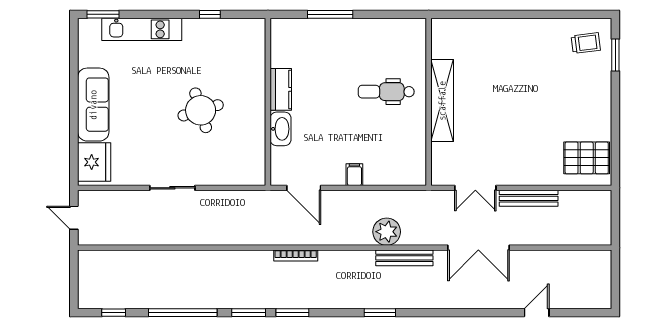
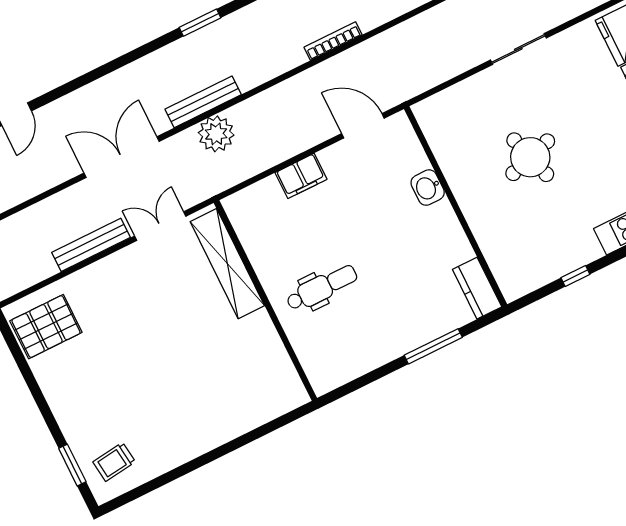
kitchen counter: (281, 89) -> (477, 288), moved
shelving: (442, 101) -> (227, 264), moved
washbasin: (281, 129) -> (428, 188), width x0.72
filing cabinet: (354, 175) -> (301, 176), width x2.00
plant: (387, 232) -> (216, 134), moved

